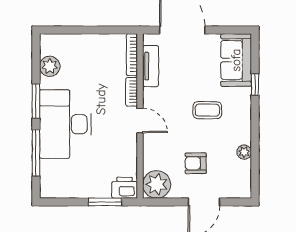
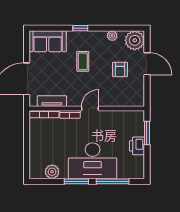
window: (255, 84) -> (80, 28), moved
plant: (157, 184) -> (135, 40), moved
printer: (125, 188) -> (137, 146), moved

